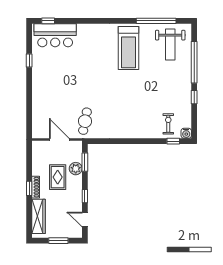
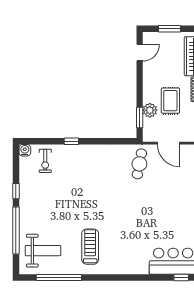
weight bench: (170, 45) -> (43, 251), turned 90
treadmill: (128, 48) -> (90, 247), width x0.73, depth x0.73
window: (173, 141) -> (71, 141), moved
window: (85, 196) -> (140, 79), removed
door: (85, 220) -> (140, 53), hinge flipped

